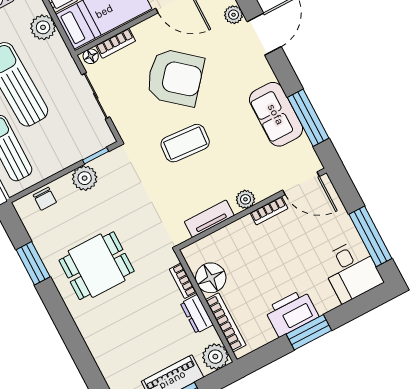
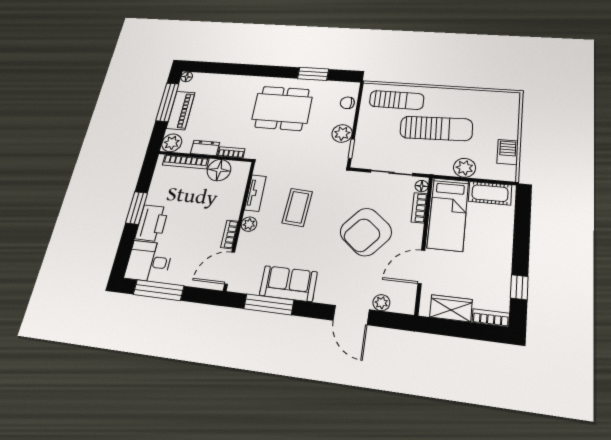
coffee table: (185, 143) -> (297, 207), moved
dining table: (97, 266) -> (282, 108), width x1.38
printer: (292, 313) -> (152, 223), moved

